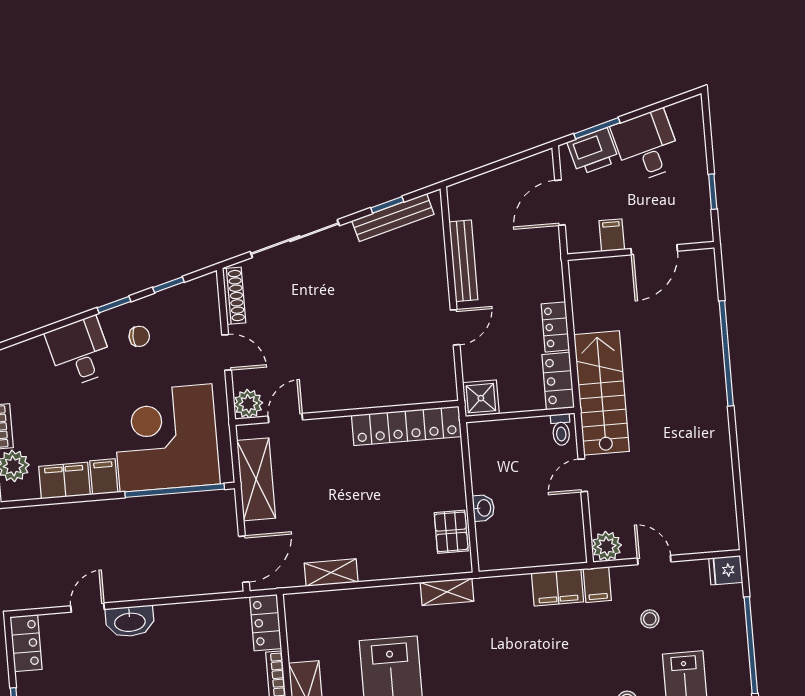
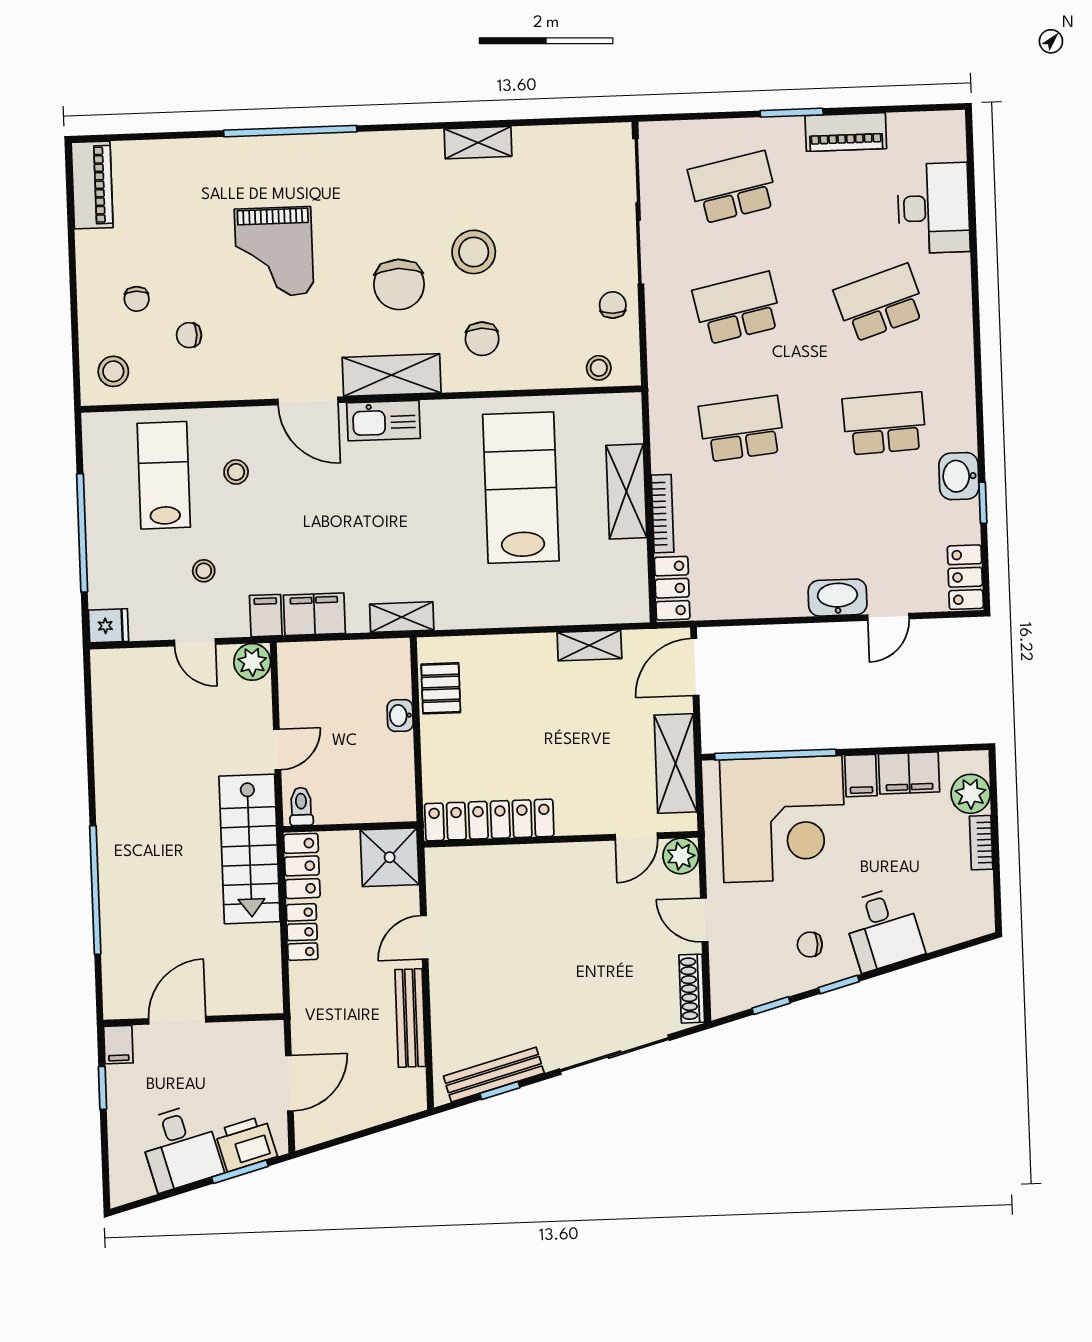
filing cabinet: (612, 235) -> (118, 1045), moved
shower: (481, 398) -> (390, 857), width x1.36, depth x1.36
shelving: (447, 592) -> (402, 617), moved

